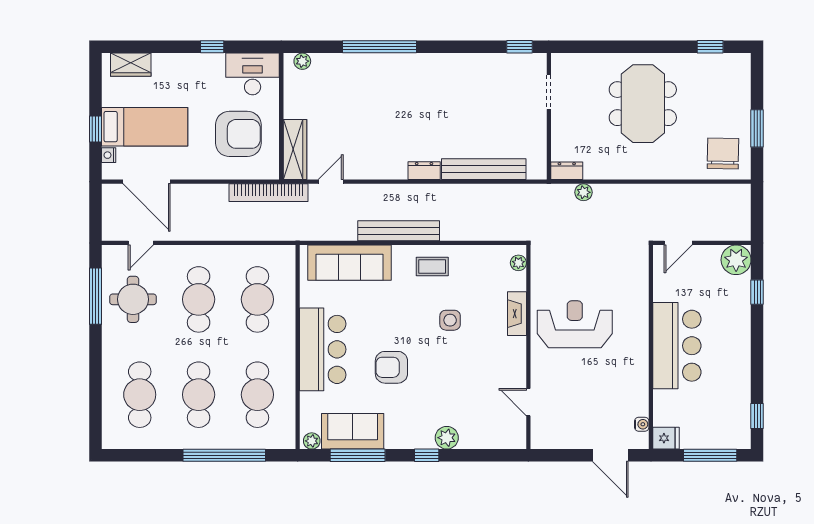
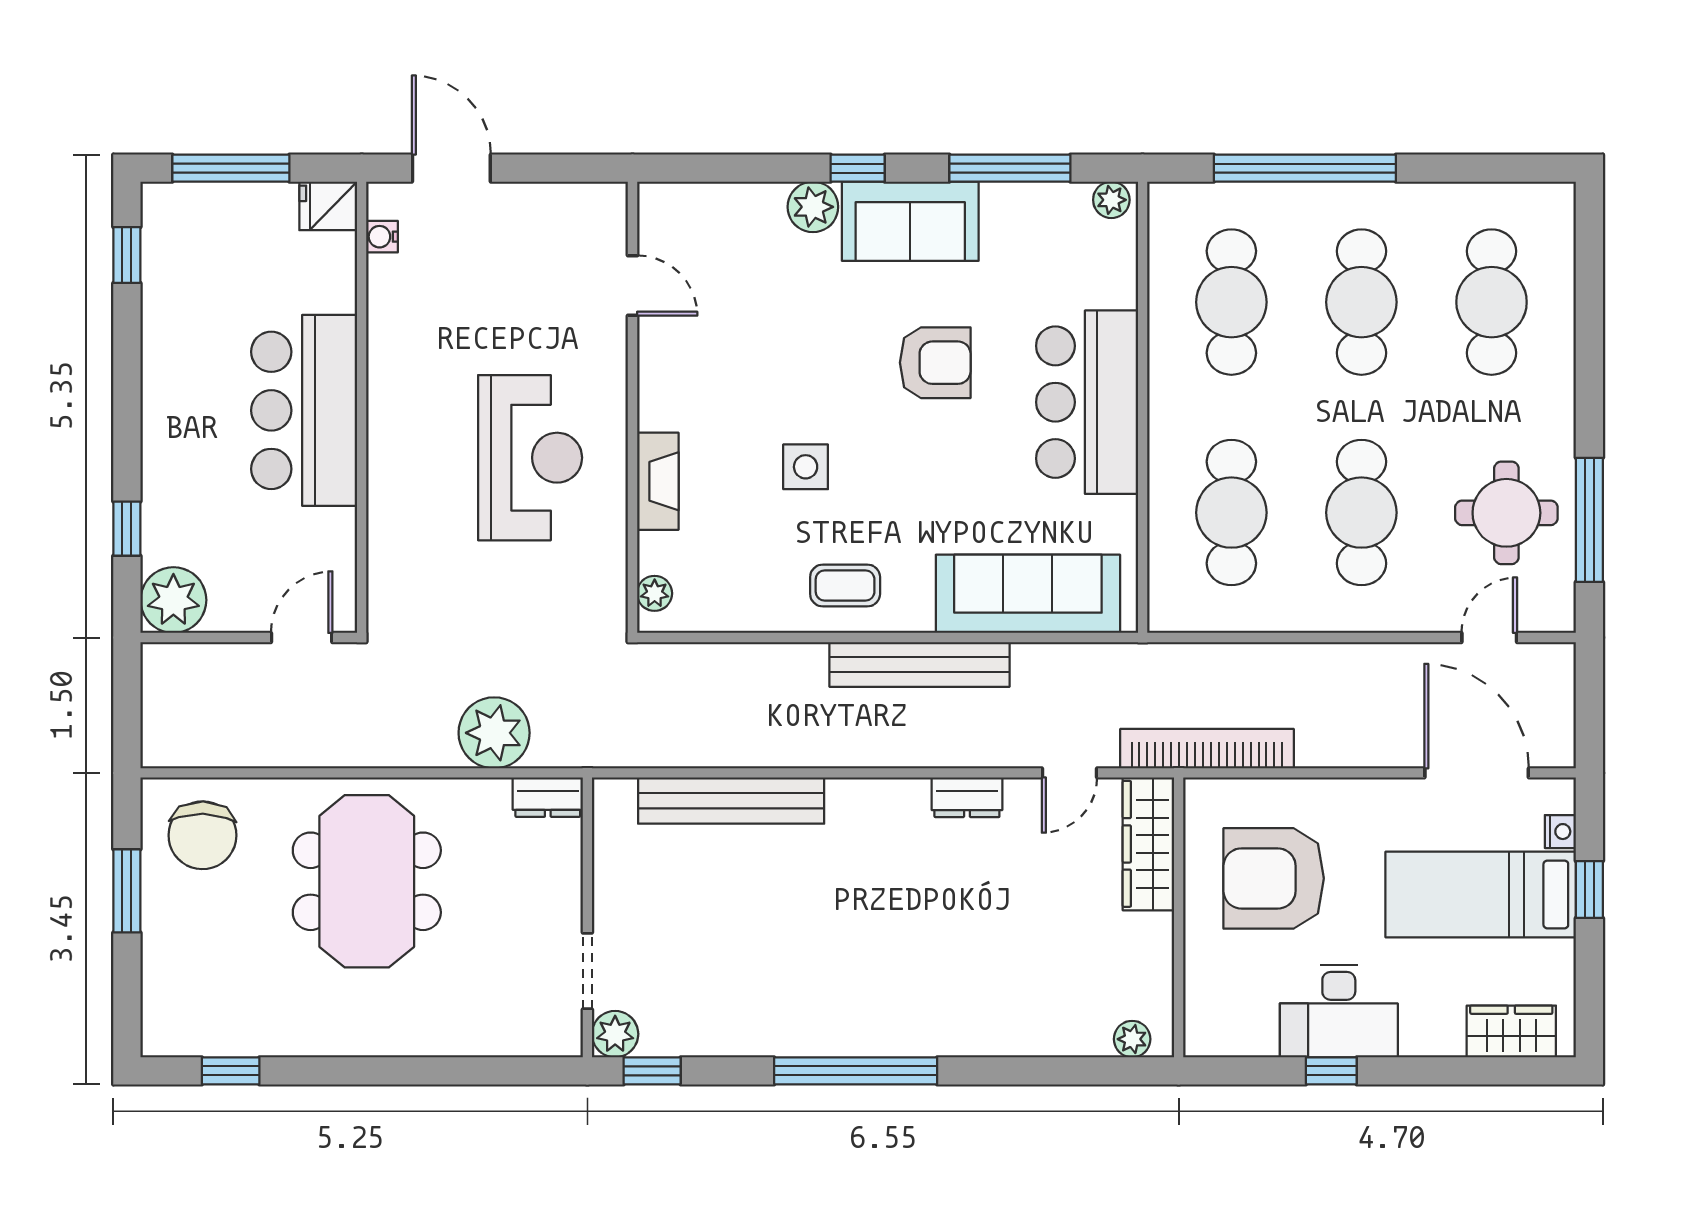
window: (379, 47) -> (856, 1071), moved
plant: (536, 63) -> (615, 1034), added
desk: (253, 74) -> (1339, 1011), moved
meeting table: (643, 104) -> (367, 881), moved
dresser: (424, 171) -> (967, 797), moved
plant: (583, 192) -> (494, 733), width x1.87, depth x1.87
reception desk: (575, 324) -> (530, 458), turned -90
sofa: (353, 431) -> (910, 221), moved

